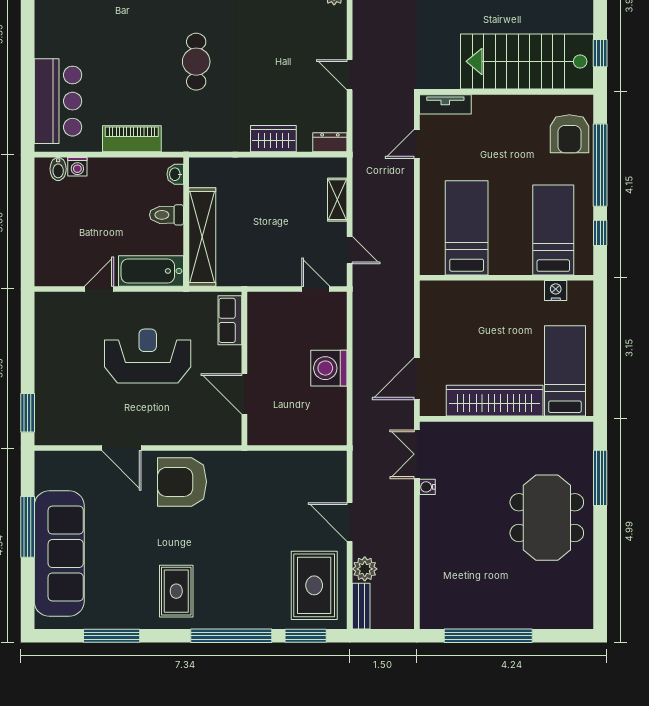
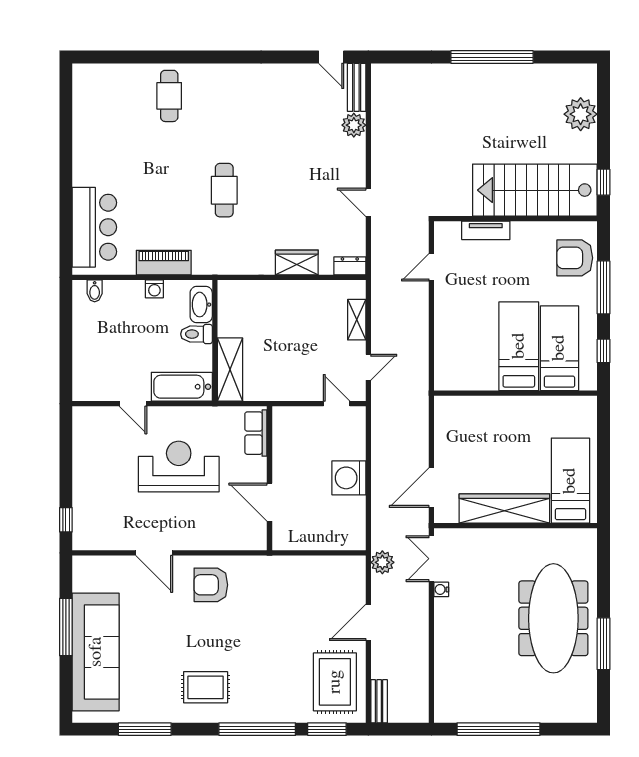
tv unit: (445, 104) -> (486, 230), moved
armchair: (569, 134) -> (575, 258), turned 90
window: (600, 165) -> (603, 287), width x0.68
washing machine: (77, 167) -> (154, 289), moved
washbasin: (175, 174) -> (201, 305), width x1.91, depth x1.45
bed: (467, 228) -> (519, 346), moved
shelving: (202, 237) -> (230, 370), width x0.68
door: (350, 250) -> (368, 367), hinge flipped
door: (99, 289) -> (133, 404), swing flipped
nightstand: (556, 291) -> (562, 405), removed
window: (28, 413) -> (66, 520), width x0.67
window: (600, 478) -> (603, 644), moved
armchair: (182, 482) -> (211, 585), width x0.73, depth x0.73
meeting table: (547, 518) -> (553, 618), width x1.36
door: (350, 522) -> (368, 622), hinge flipped
plant: (365, 569) -> (382, 562), moved
rug: (176, 591) -> (206, 687), turned 90

